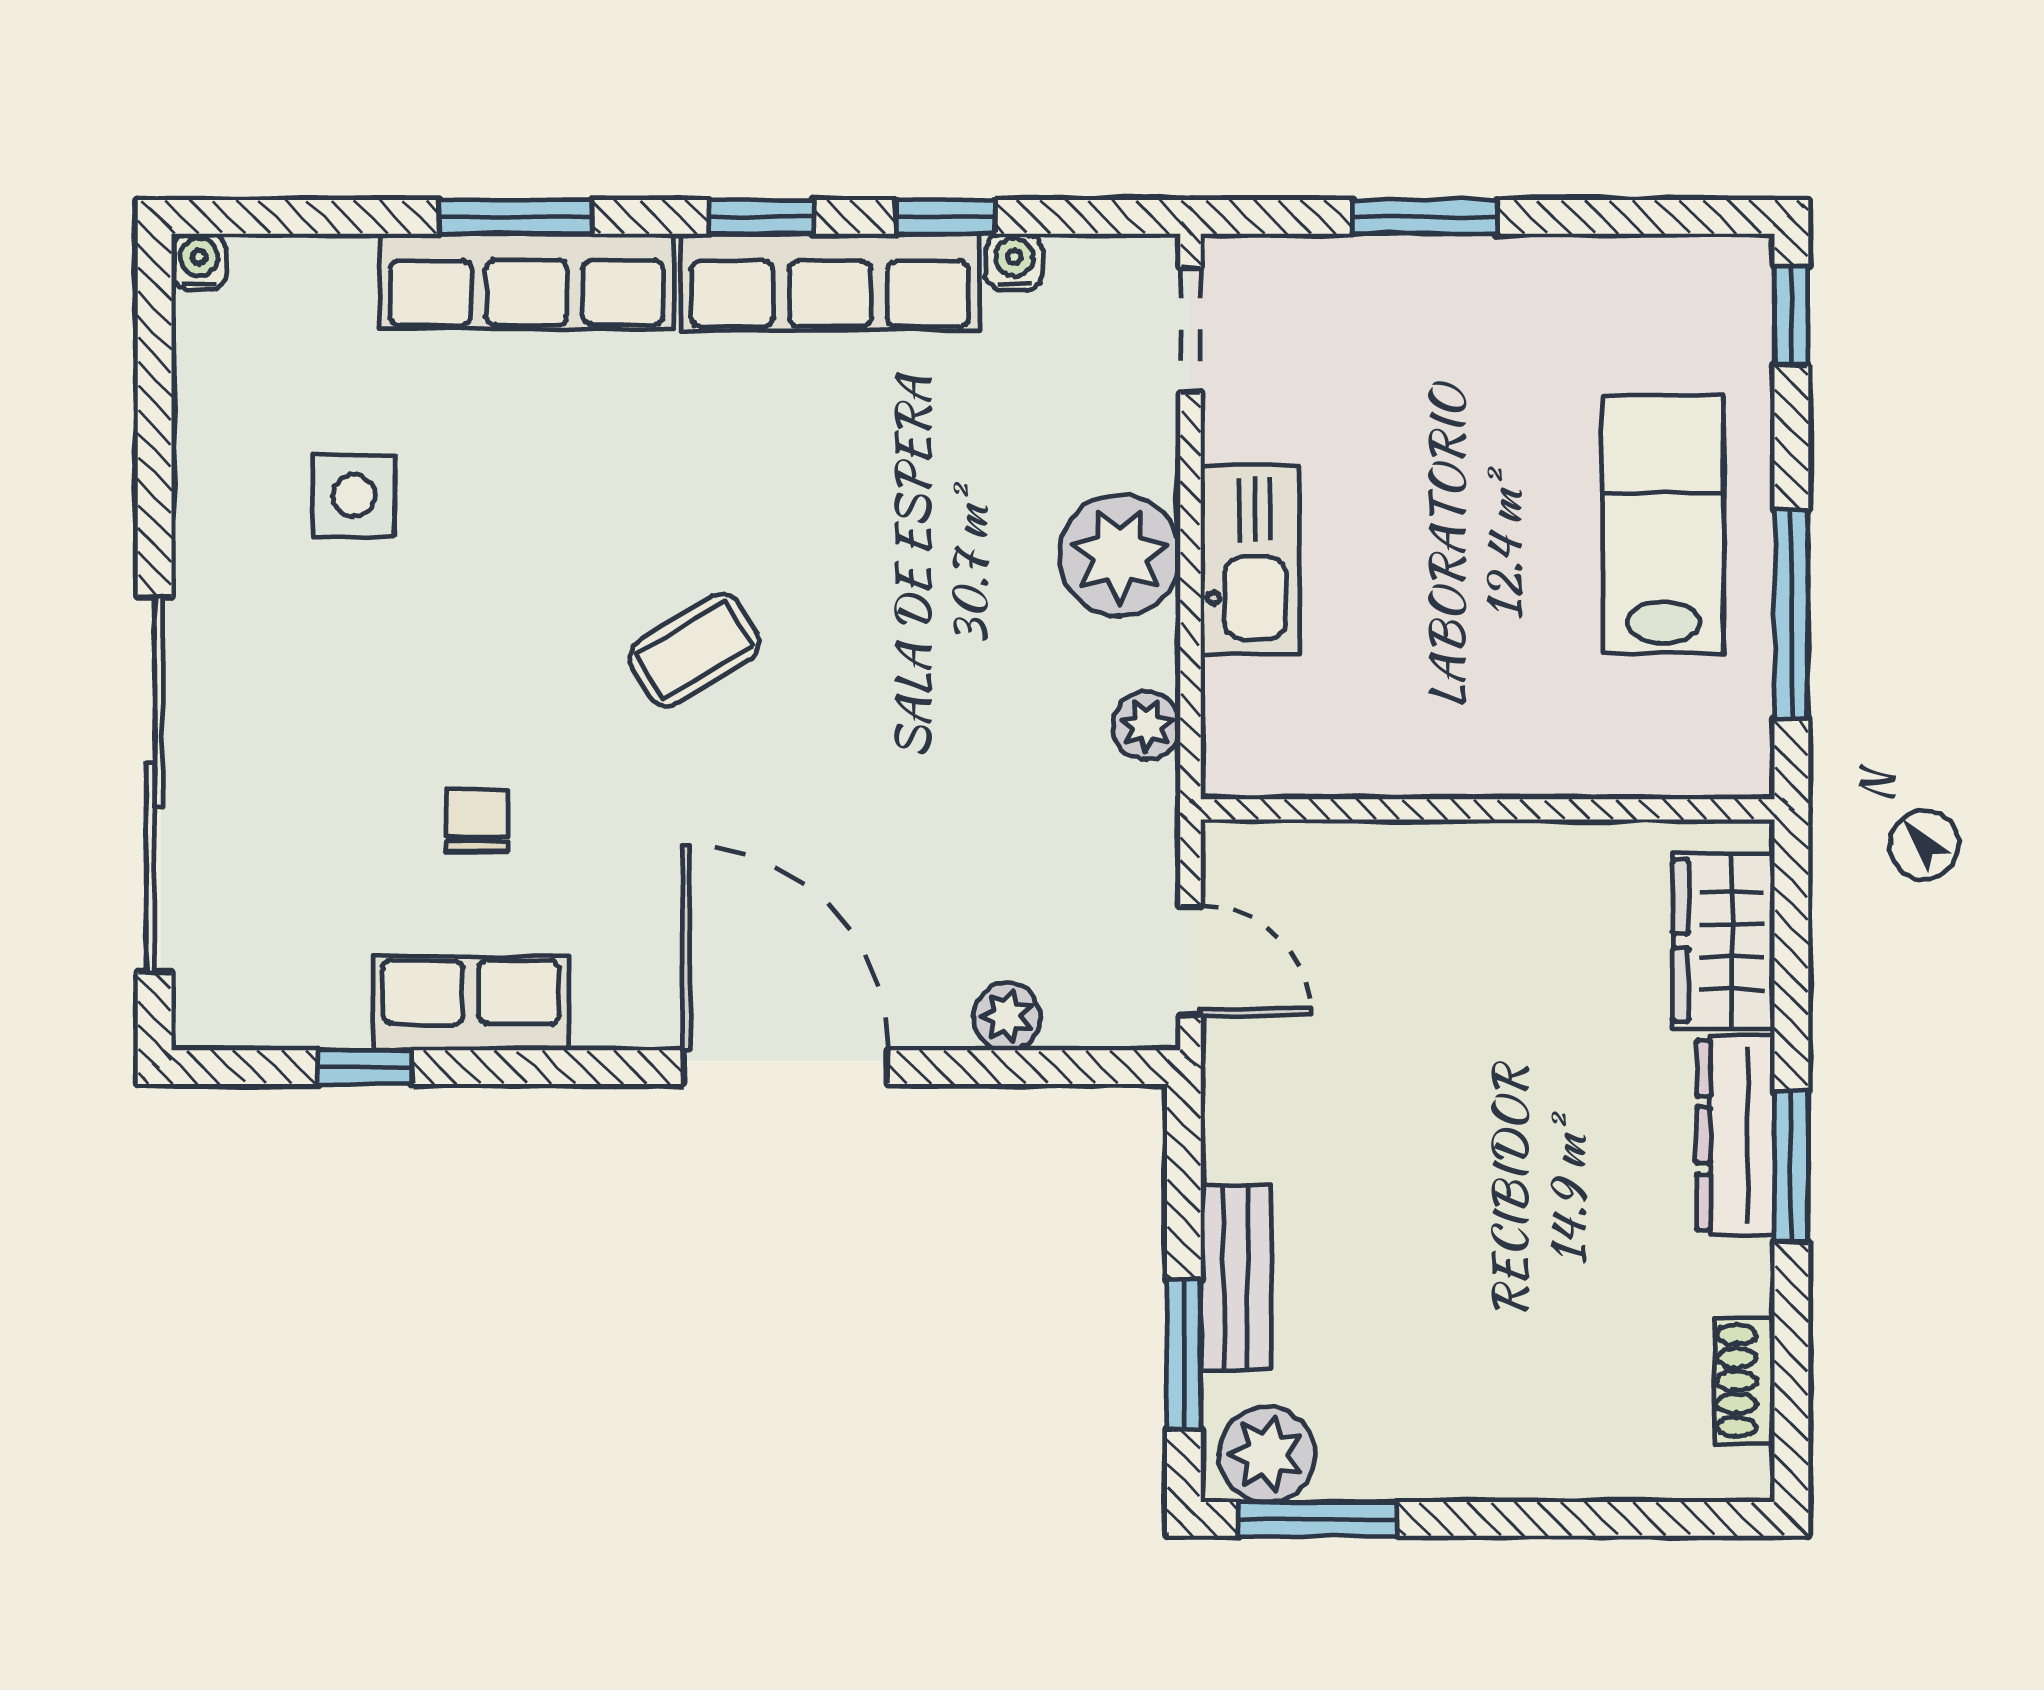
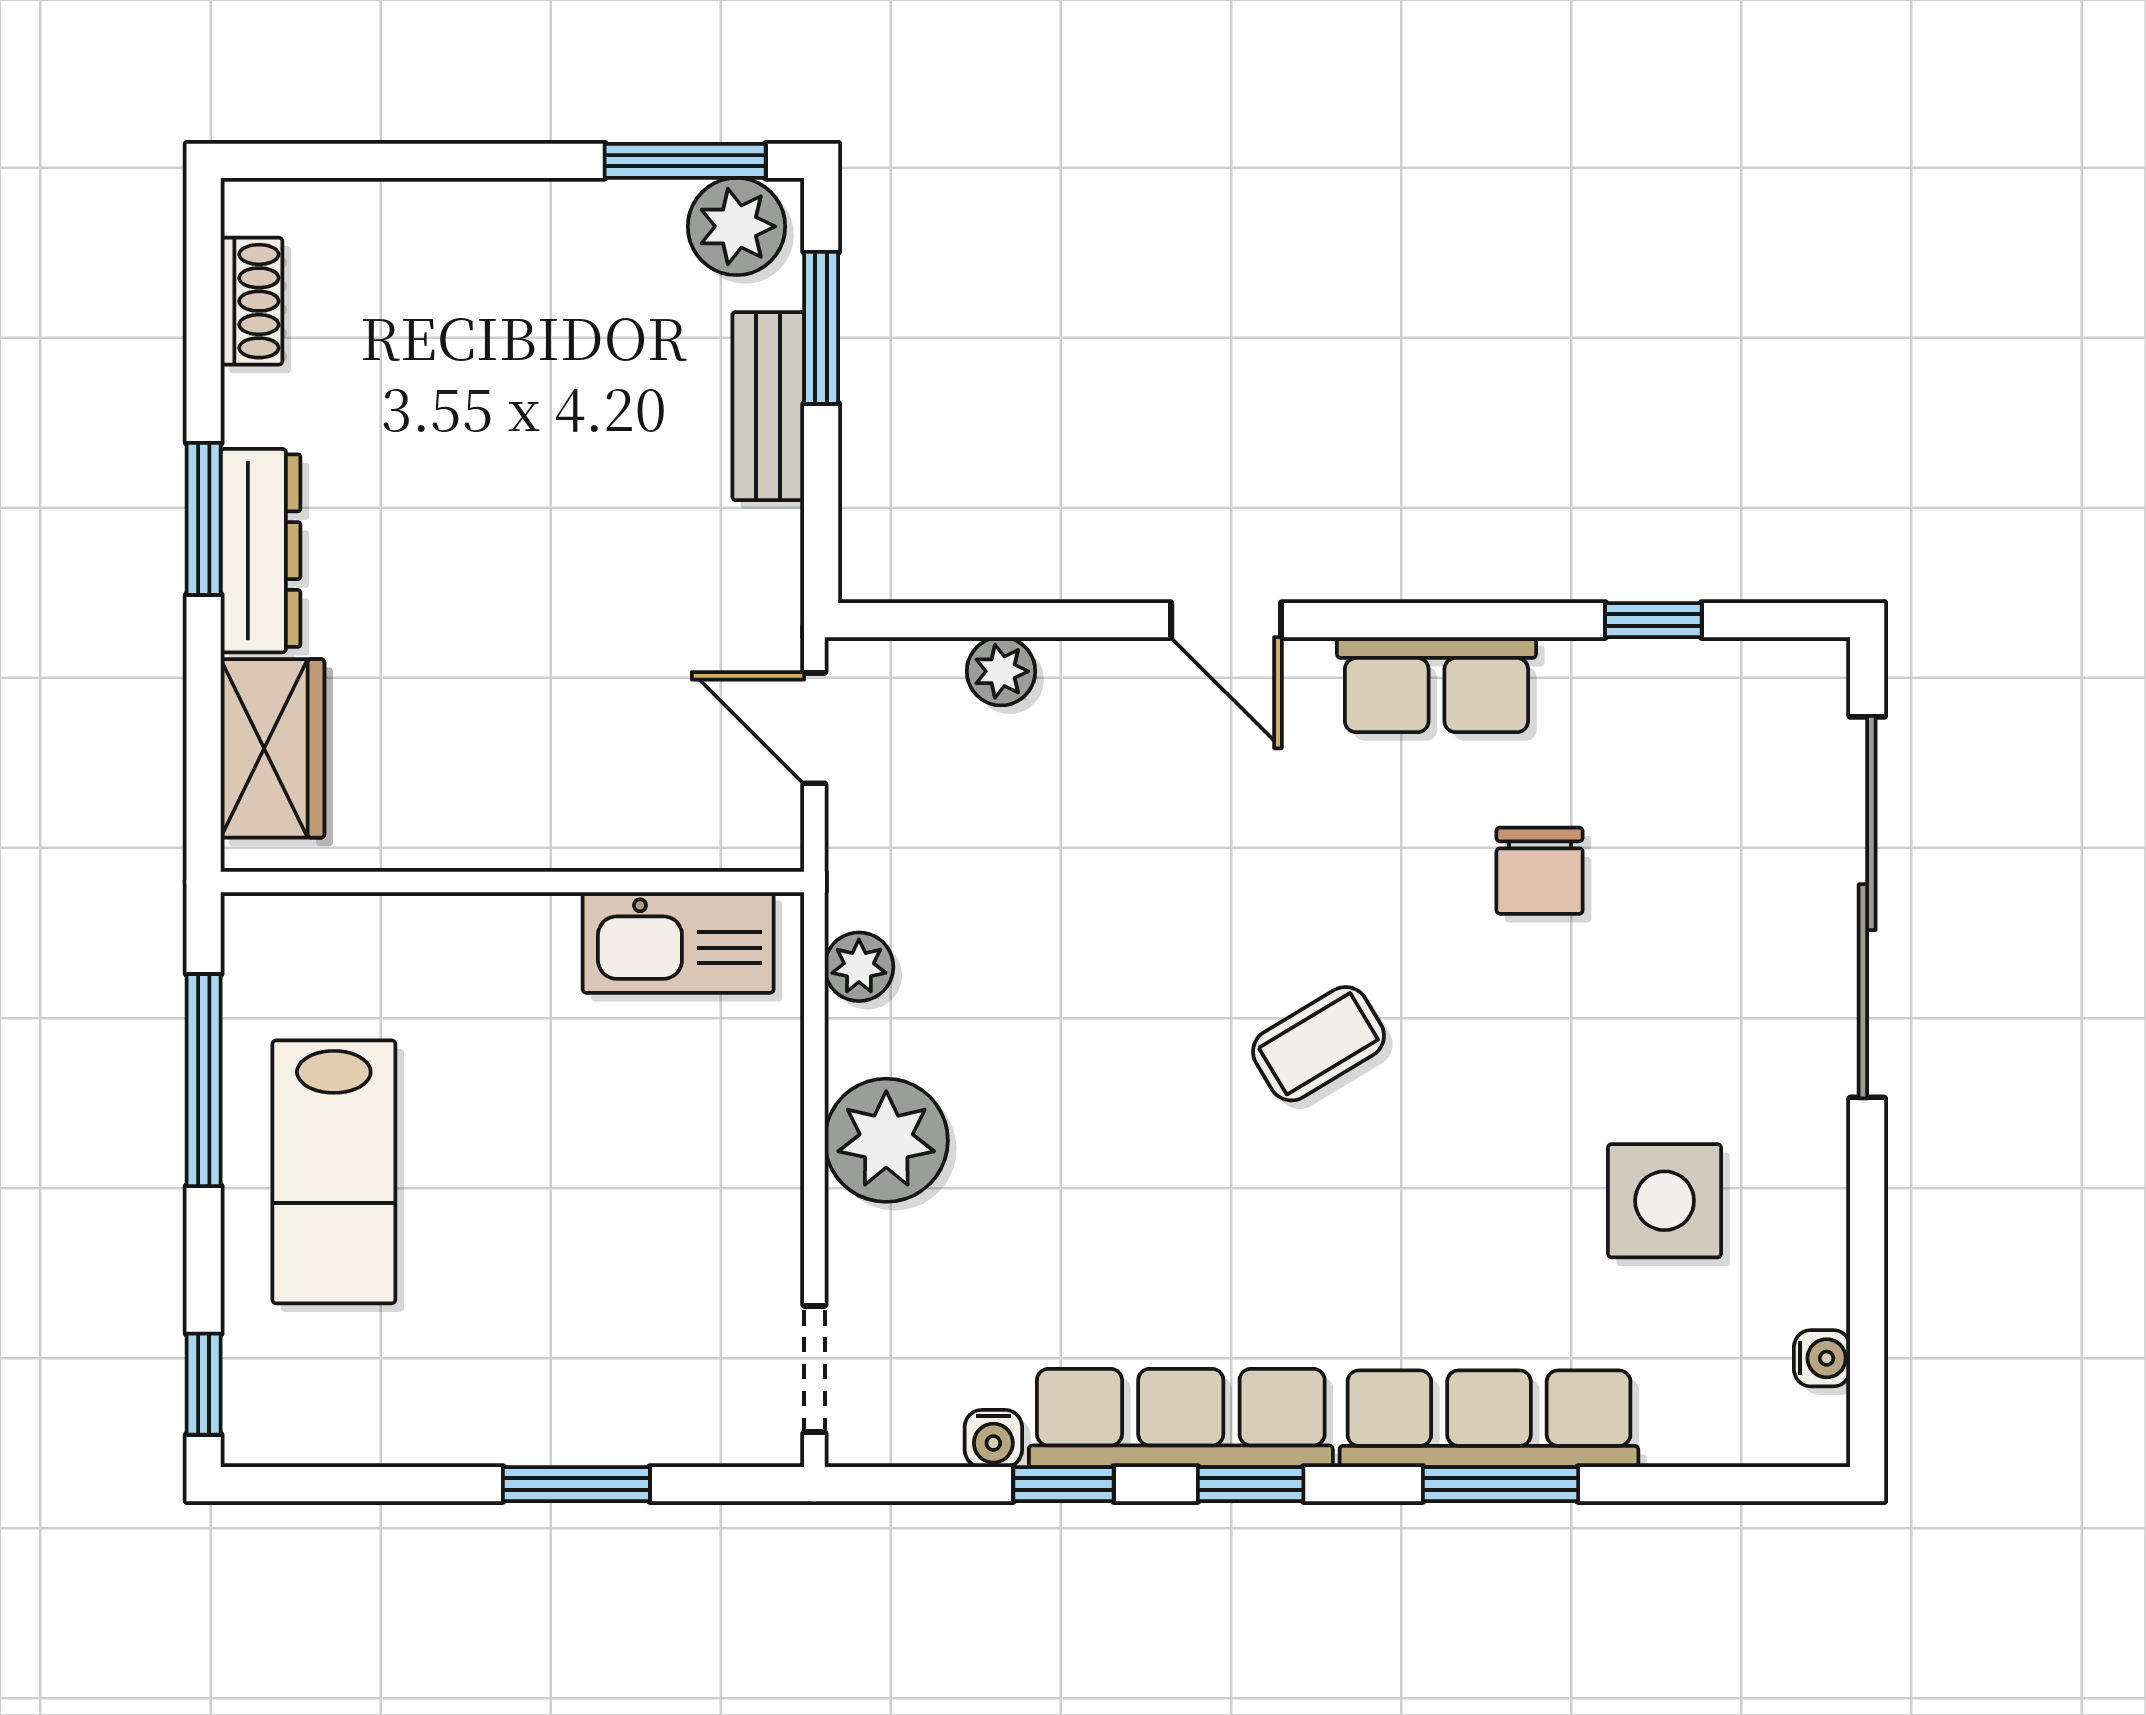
water cooler: (199, 261) -> (1822, 1358), moved, turned -90
side table: (354, 496) -> (1665, 1201), width x1.37, depth x1.37
kitchen sink: (1250, 560) -> (678, 943), moved, turned -90
chair: (477, 820) -> (1540, 871), width x1.37, depth x1.37
row of seats: (471, 1003) -> (1436, 685), moved
door: (785, 1067) -> (1226, 620), width x0.53

